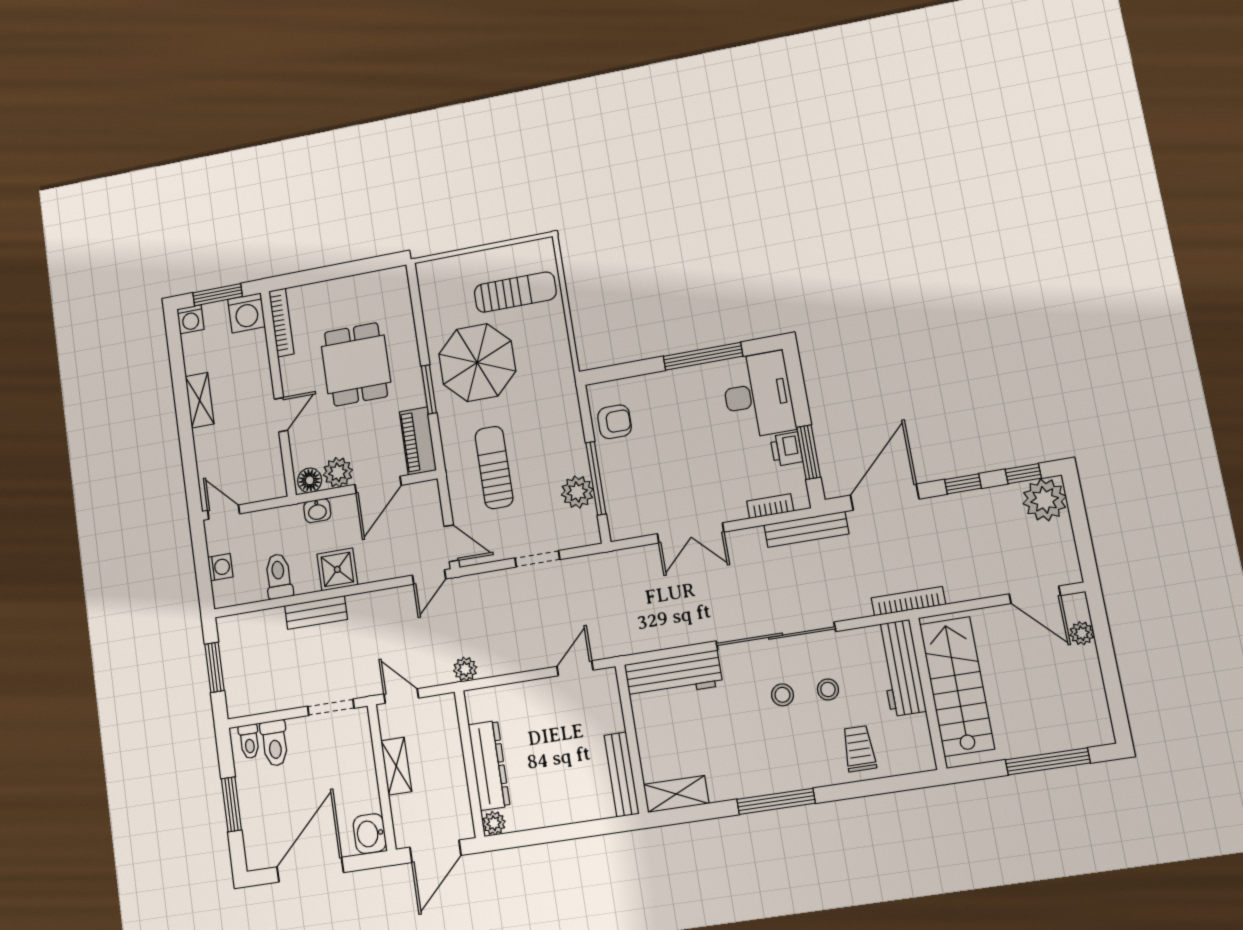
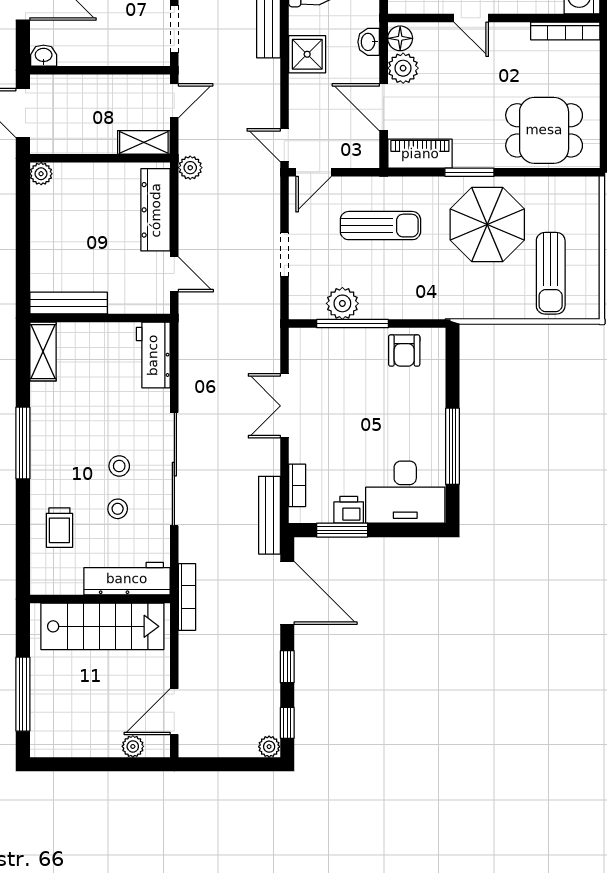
dining table: (356, 364) -> (544, 130), moved
plant: (1045, 500) -> (269, 747), width x0.53, depth x0.53
workbench: (673, 675) -> (153, 355), width x0.73
trolley: (859, 749) -> (59, 528), turned 90
dresser: (489, 765) -> (156, 210), moved, turned 90
shelving: (396, 766) -> (144, 142), moved
washbasin: (370, 834) -> (44, 56), width x0.72, depth x0.69

